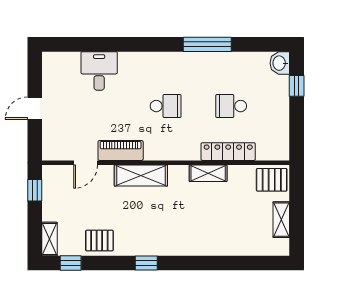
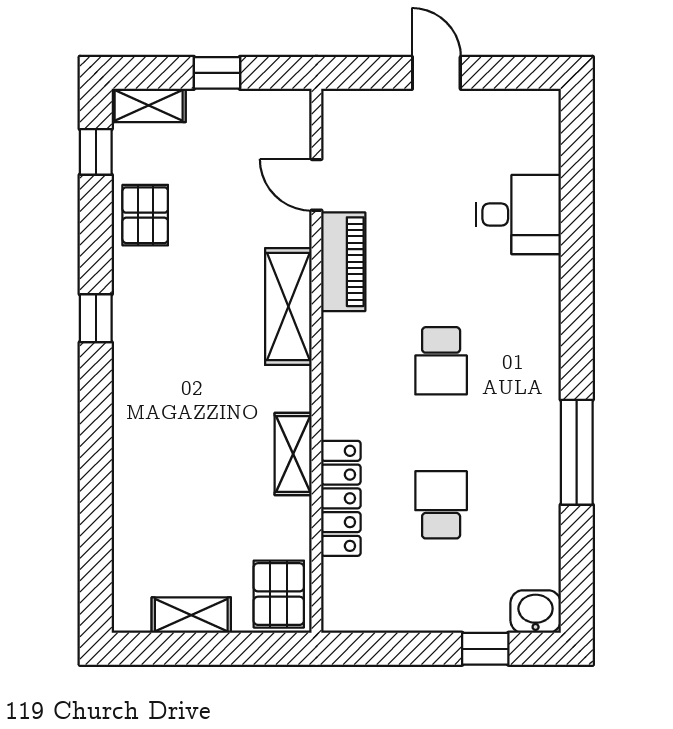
window: (35, 190) -> (217, 73), moved

